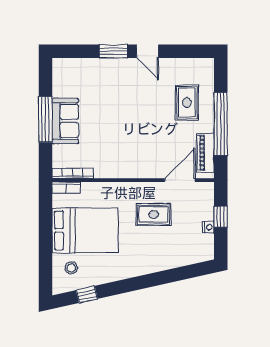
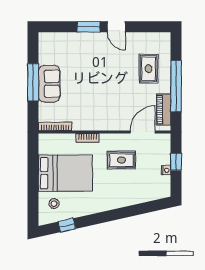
bookcase: (66, 187) -> (88, 138), moved

